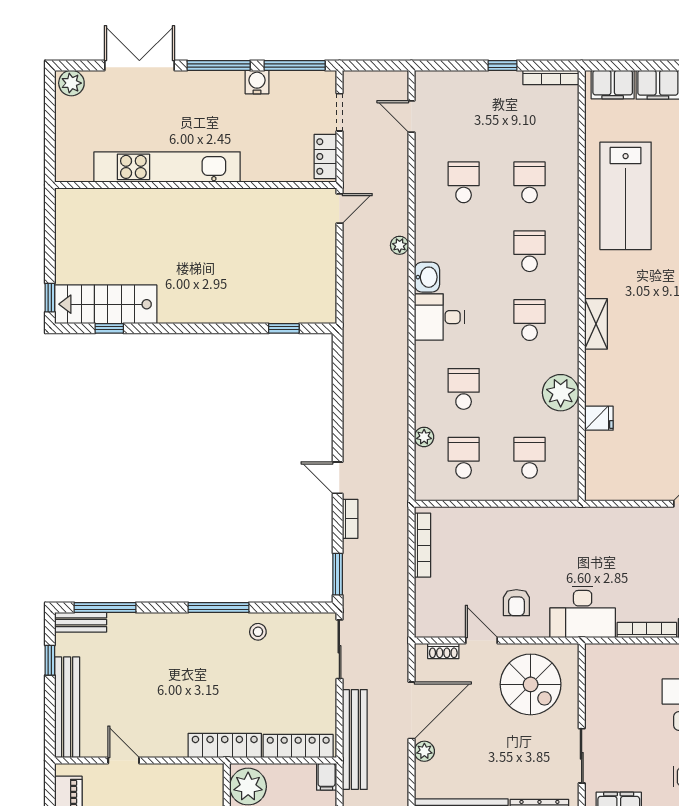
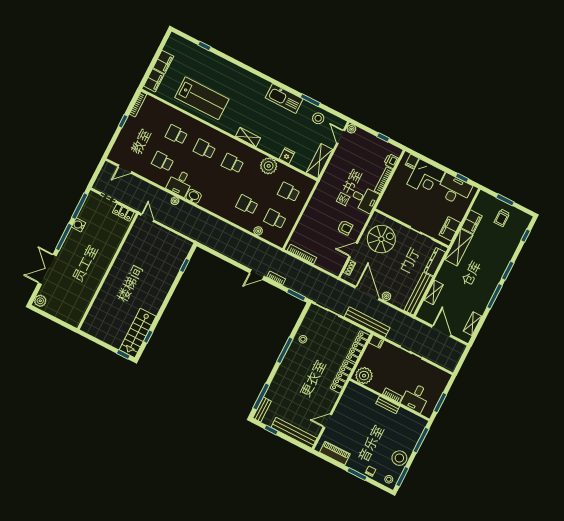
kitchen unit: (167, 167) -> (94, 279), removed
desk: (439, 317) -> (180, 183), moved
shelving: (621, 487) -> (319, 161), added
desk: (583, 612) -> (364, 199), width x0.73

